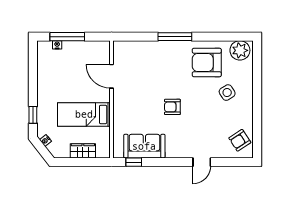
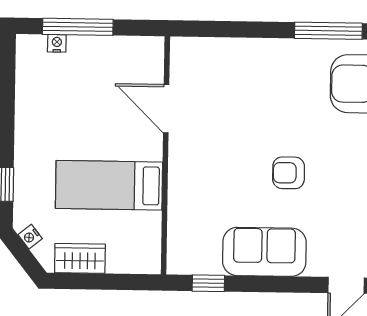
window: (175, 37) -> (328, 31), moved
sofa: (144, 146) -> (264, 252), moved
wardrobe: (83, 151) -> (80, 258), moved

